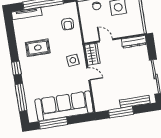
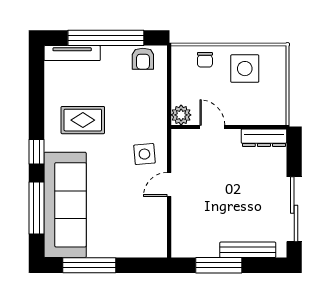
armchair: (68, 24) -> (143, 59), moved
plant: (89, 37) -> (181, 115), added
wardrobe: (92, 54) -> (183, 149), removed
door: (88, 74) -> (169, 184), swing flipped
sofa: (64, 106) -> (65, 205), moved, turned 90

